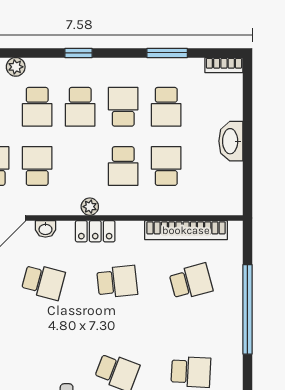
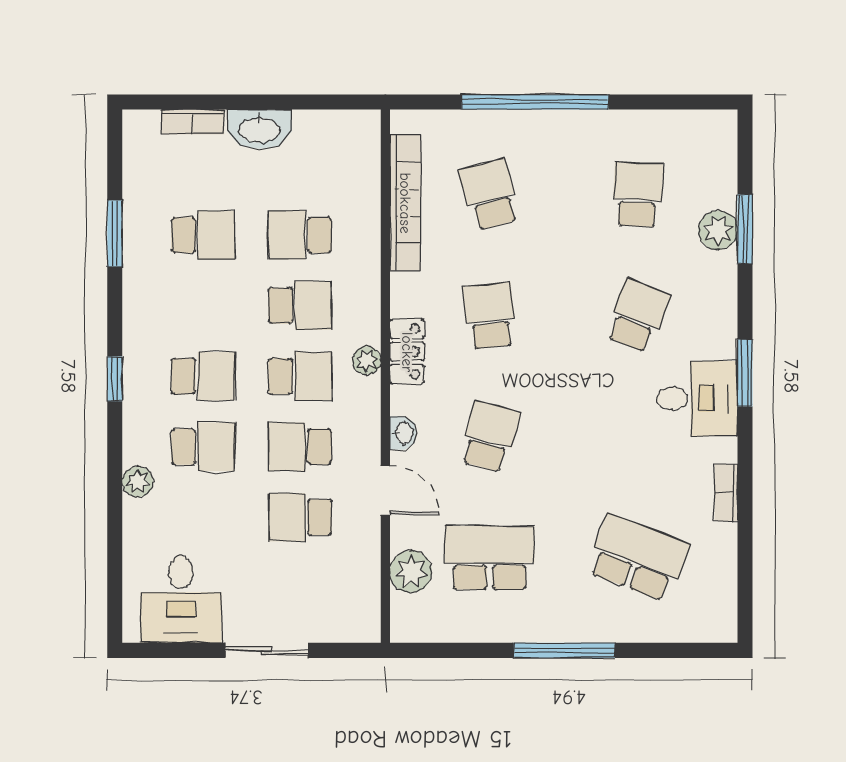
bookcase: (224, 65) -> (193, 122), moved, turned 90
school desk: (123, 107) -> (300, 376), moved, turned 180

